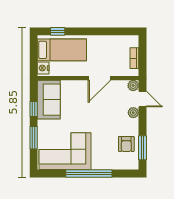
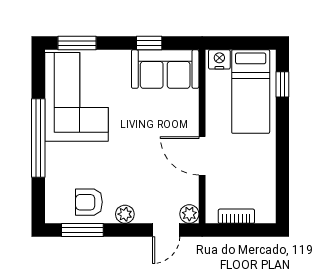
plant: (133, 113) -> (125, 214), moved
window: (34, 138) -> (77, 43), moved

